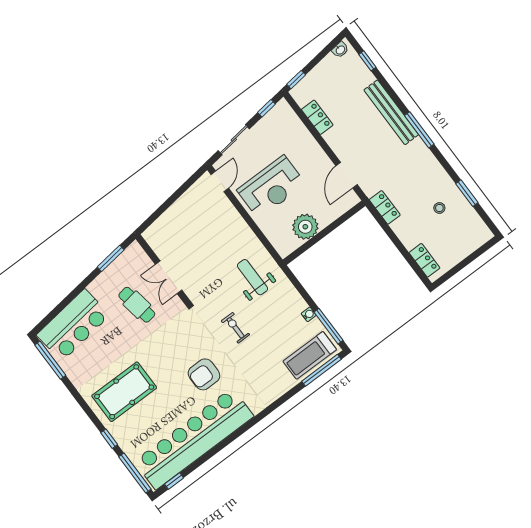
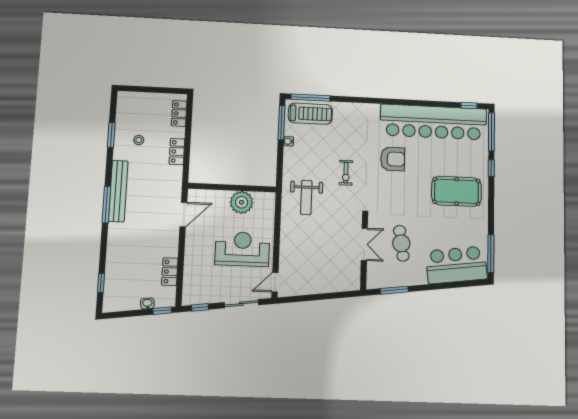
washbasin: (340, 50) -> (147, 304), moved
bench: (391, 112) -> (118, 191), moved
locker: (385, 207) -> (177, 152), moved

